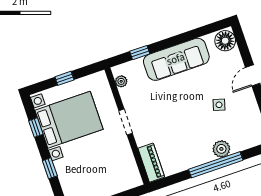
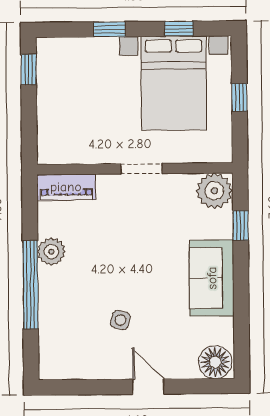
sofa: (176, 59) -> (212, 278), width x0.73
plant: (121, 81) -> (214, 191), width x1.88, depth x1.88
plant: (221, 149) -> (51, 252), moved

